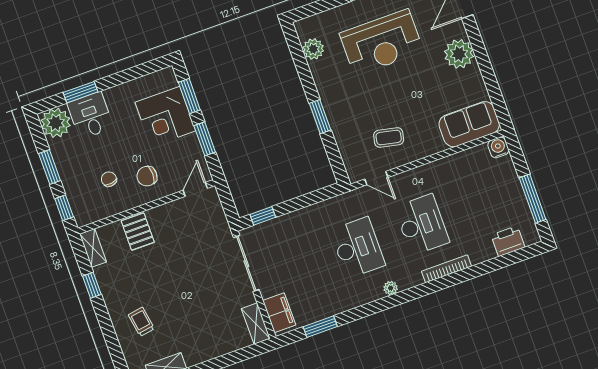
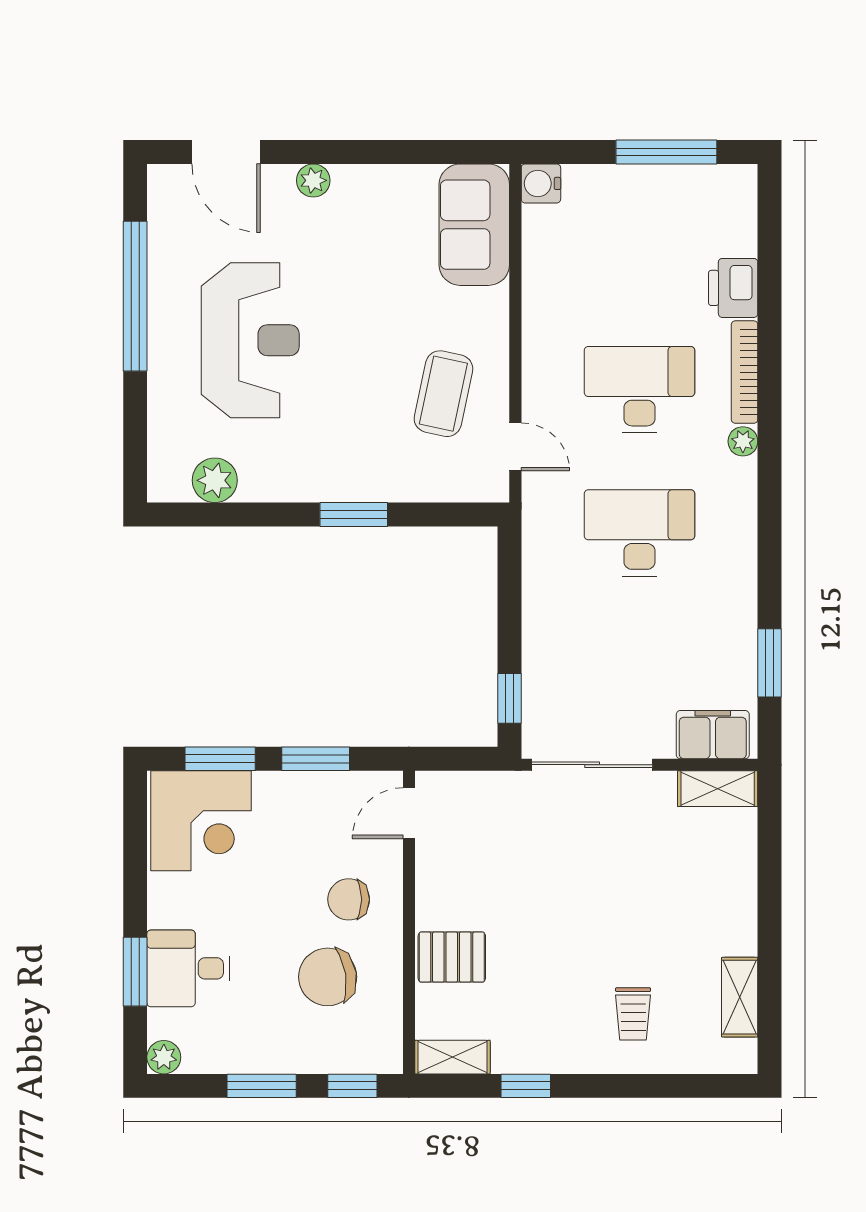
plant: (459, 54) -> (313, 180), width x0.53, depth x0.53
corner desk: (165, 117) -> (201, 821), moved
plant: (56, 123) -> (164, 1057), width x0.53, depth x0.53
coffee table: (389, 137) -> (443, 394), width x1.36, depth x1.30
chair: (147, 176) -> (349, 899), turned 90
door: (376, 178) -> (515, 447), hinge flipped
chair: (109, 179) -> (328, 977), width x1.87, depth x1.87
door: (195, 189) -> (409, 813), hinge flipped
printer: (508, 241) -> (733, 288), moved
plant: (391, 288) -> (743, 441), moved
trolley: (141, 322) -> (633, 1014), turned -81

